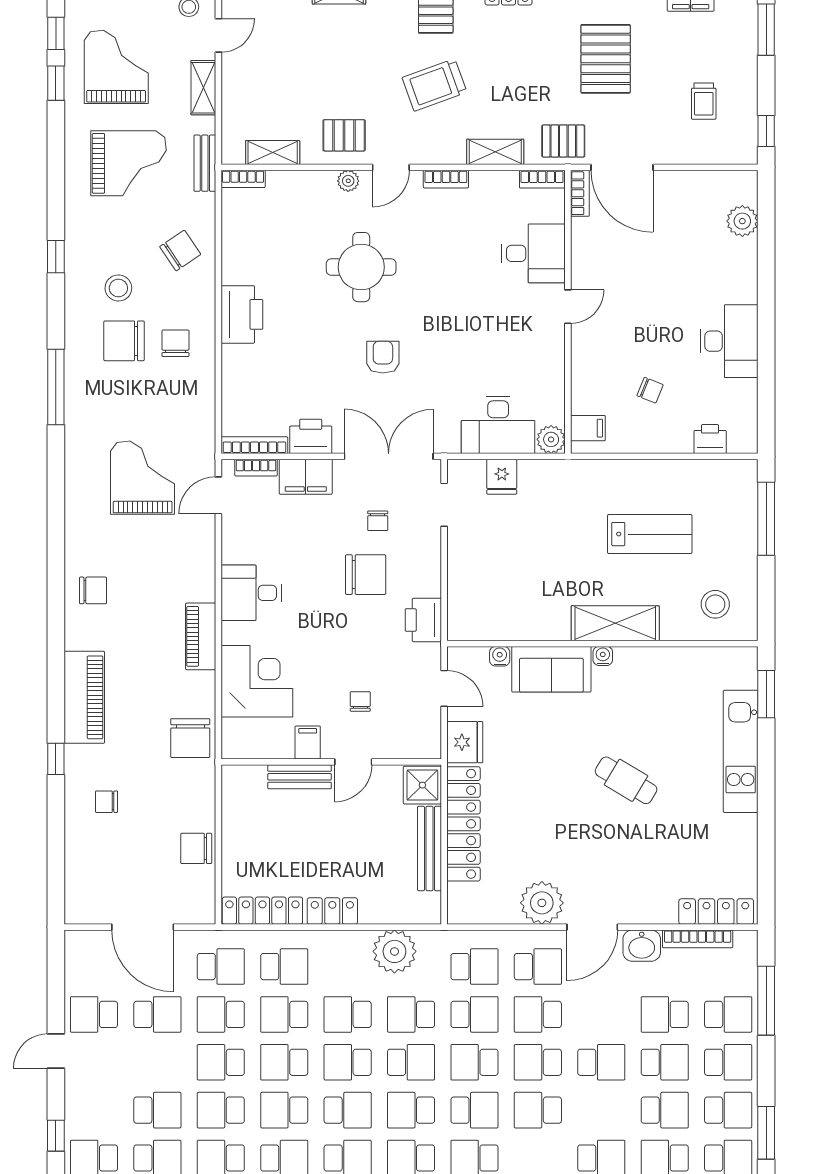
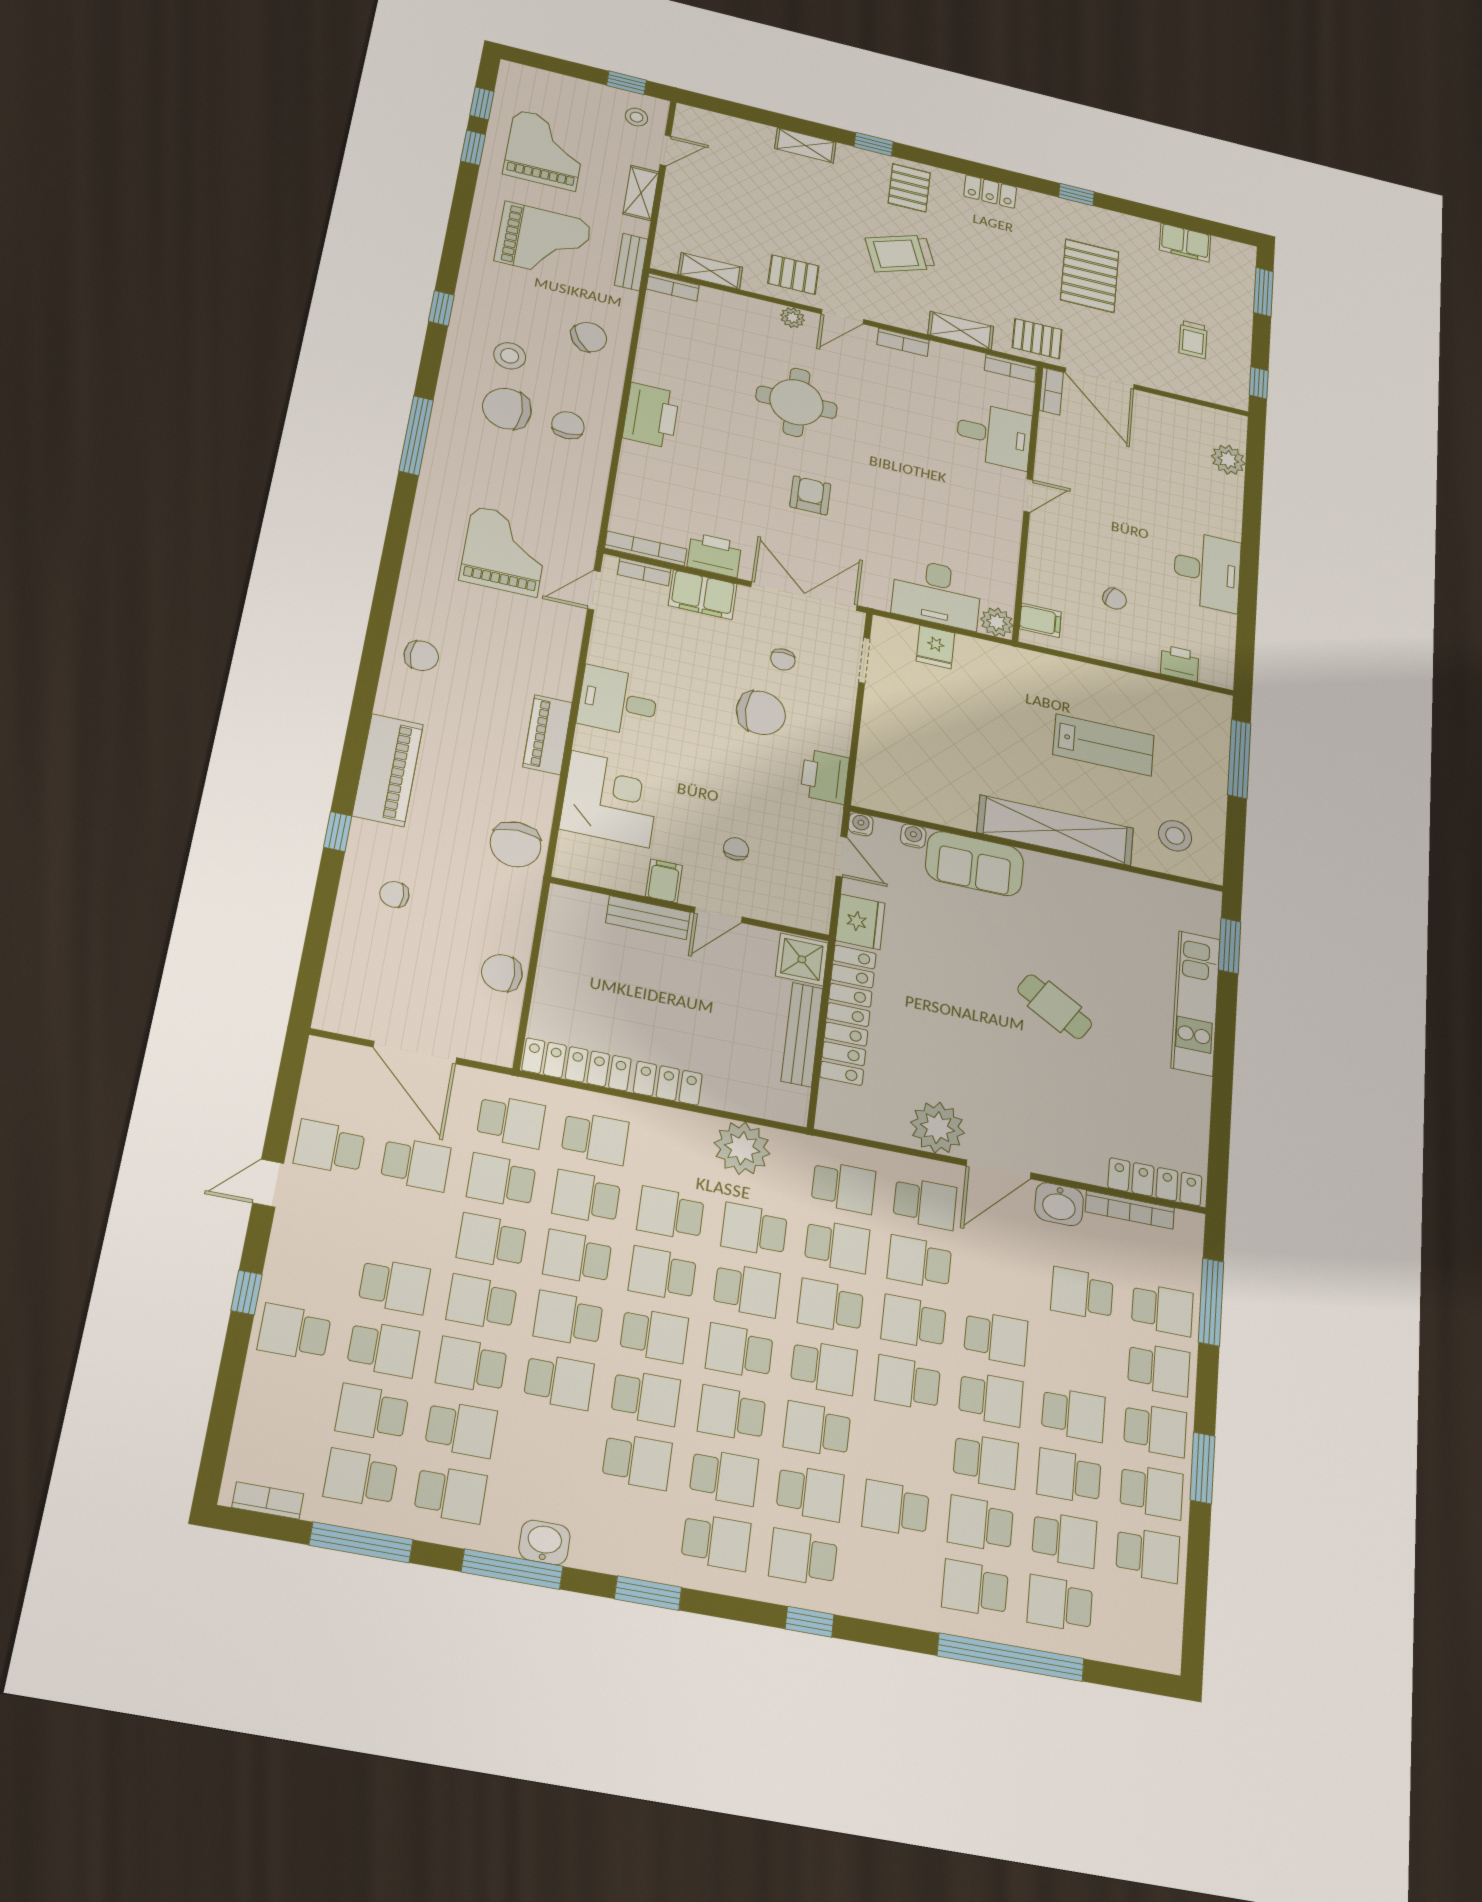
shelving: (615, 623) -> (1055, 830), width x1.47
water cooler: (603, 656) -> (861, 824), moved
school desk: (665, 1062) -> (991, 1399), moved

